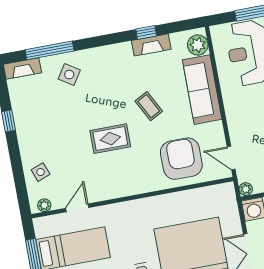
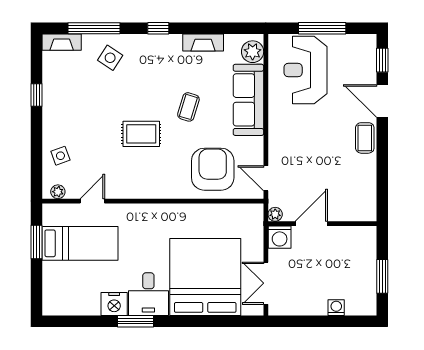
window: (146, 32) -> (158, 28), moved
coffee table: (149, 106) -> (188, 107), turned 45

